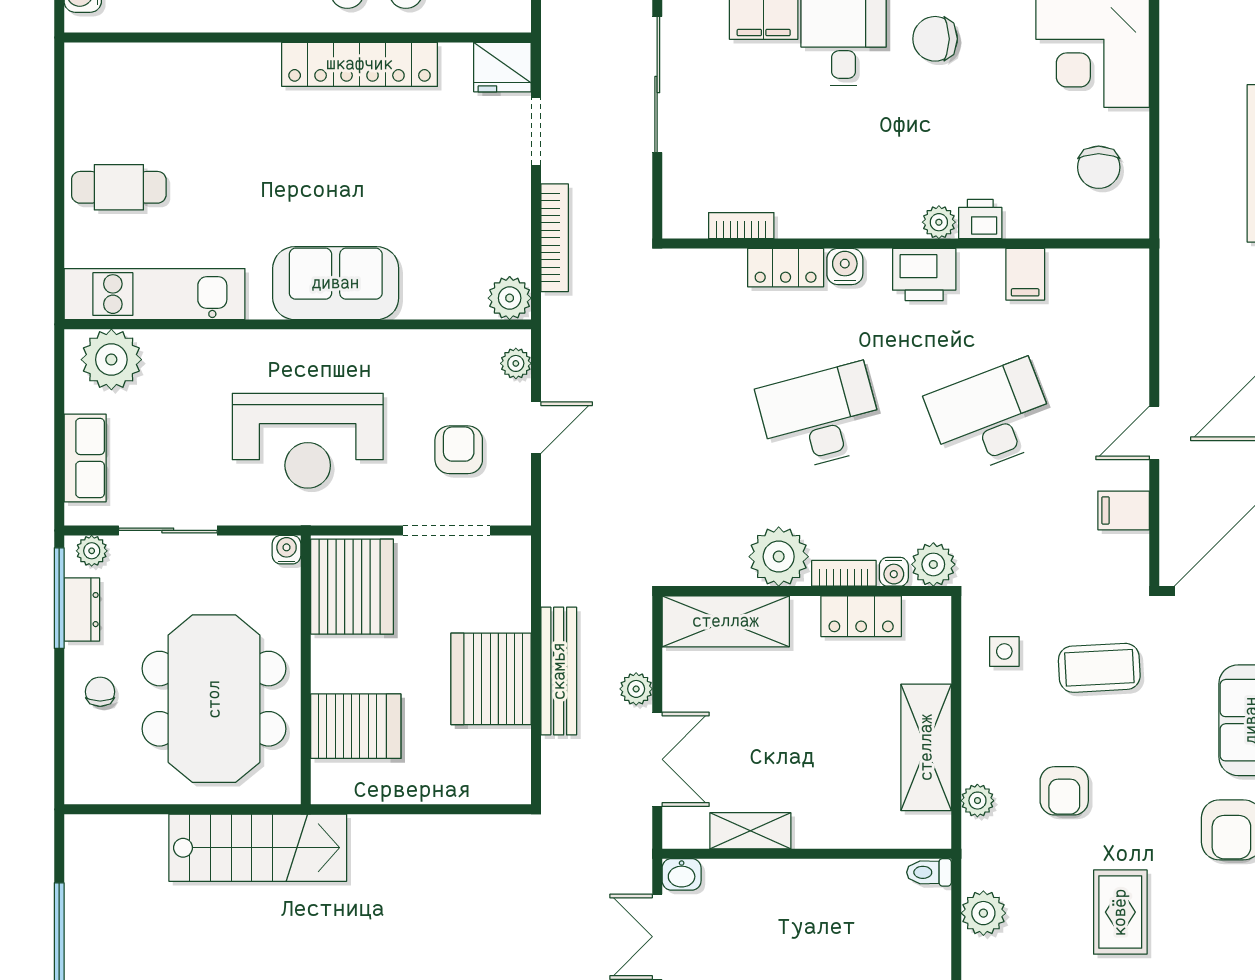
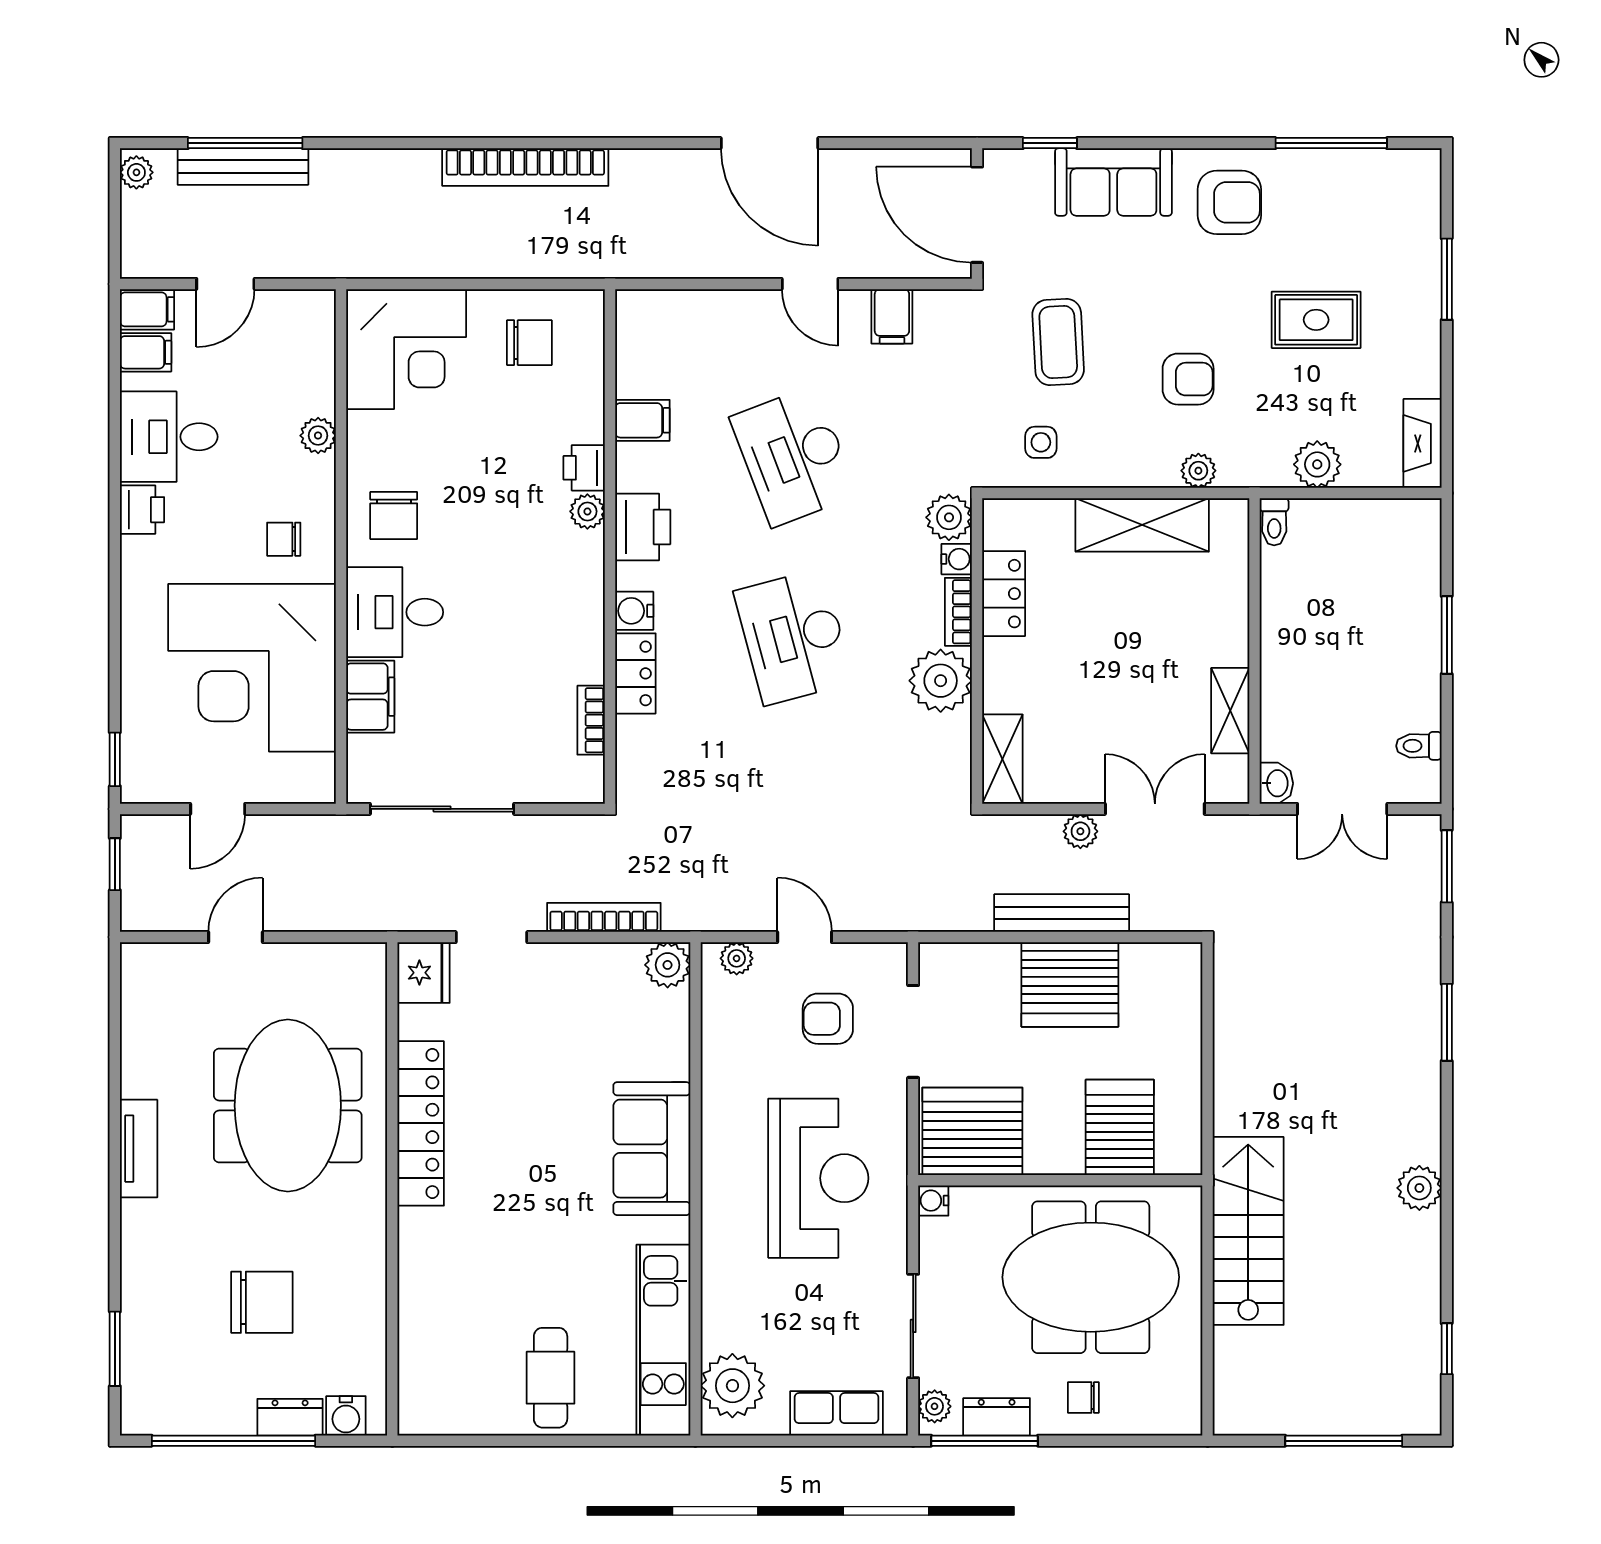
shelving: (726, 621) -> (1002, 759), width x0.67, depth x0.75

